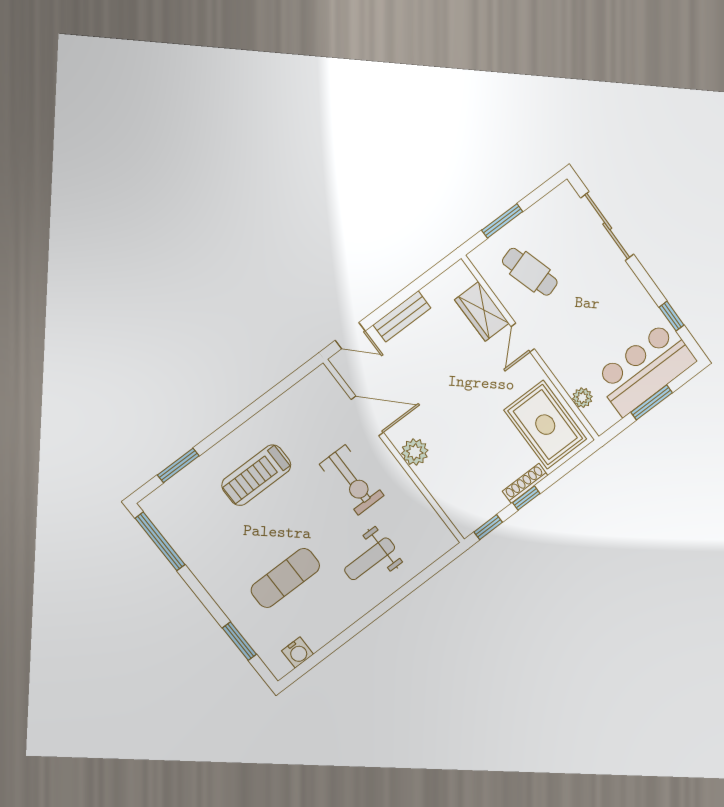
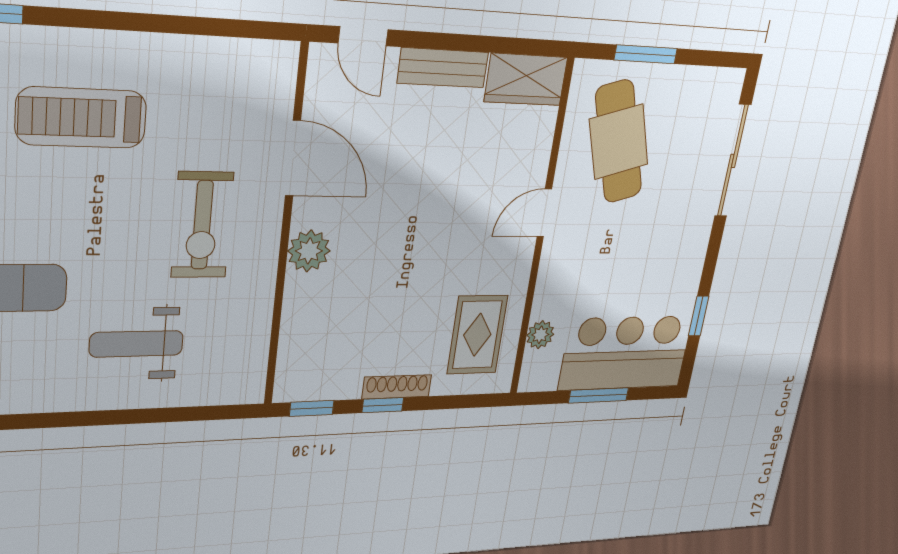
cafe table: (530, 272) -> (619, 142), width x1.37, depth x1.35
wardrobe: (482, 312) -> (526, 79), moved, turned -90
rug: (545, 425) -> (477, 335), width x0.73, depth x0.70

